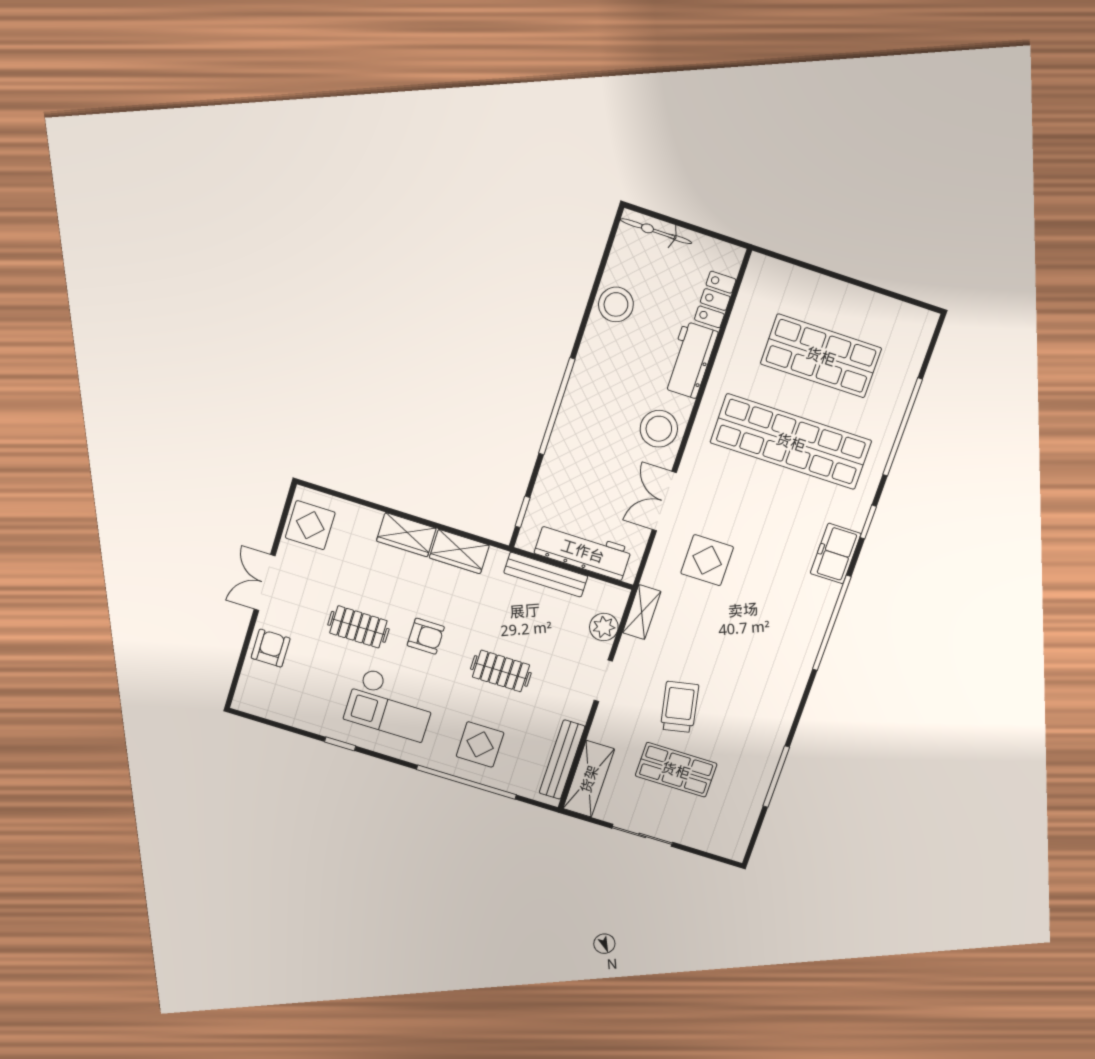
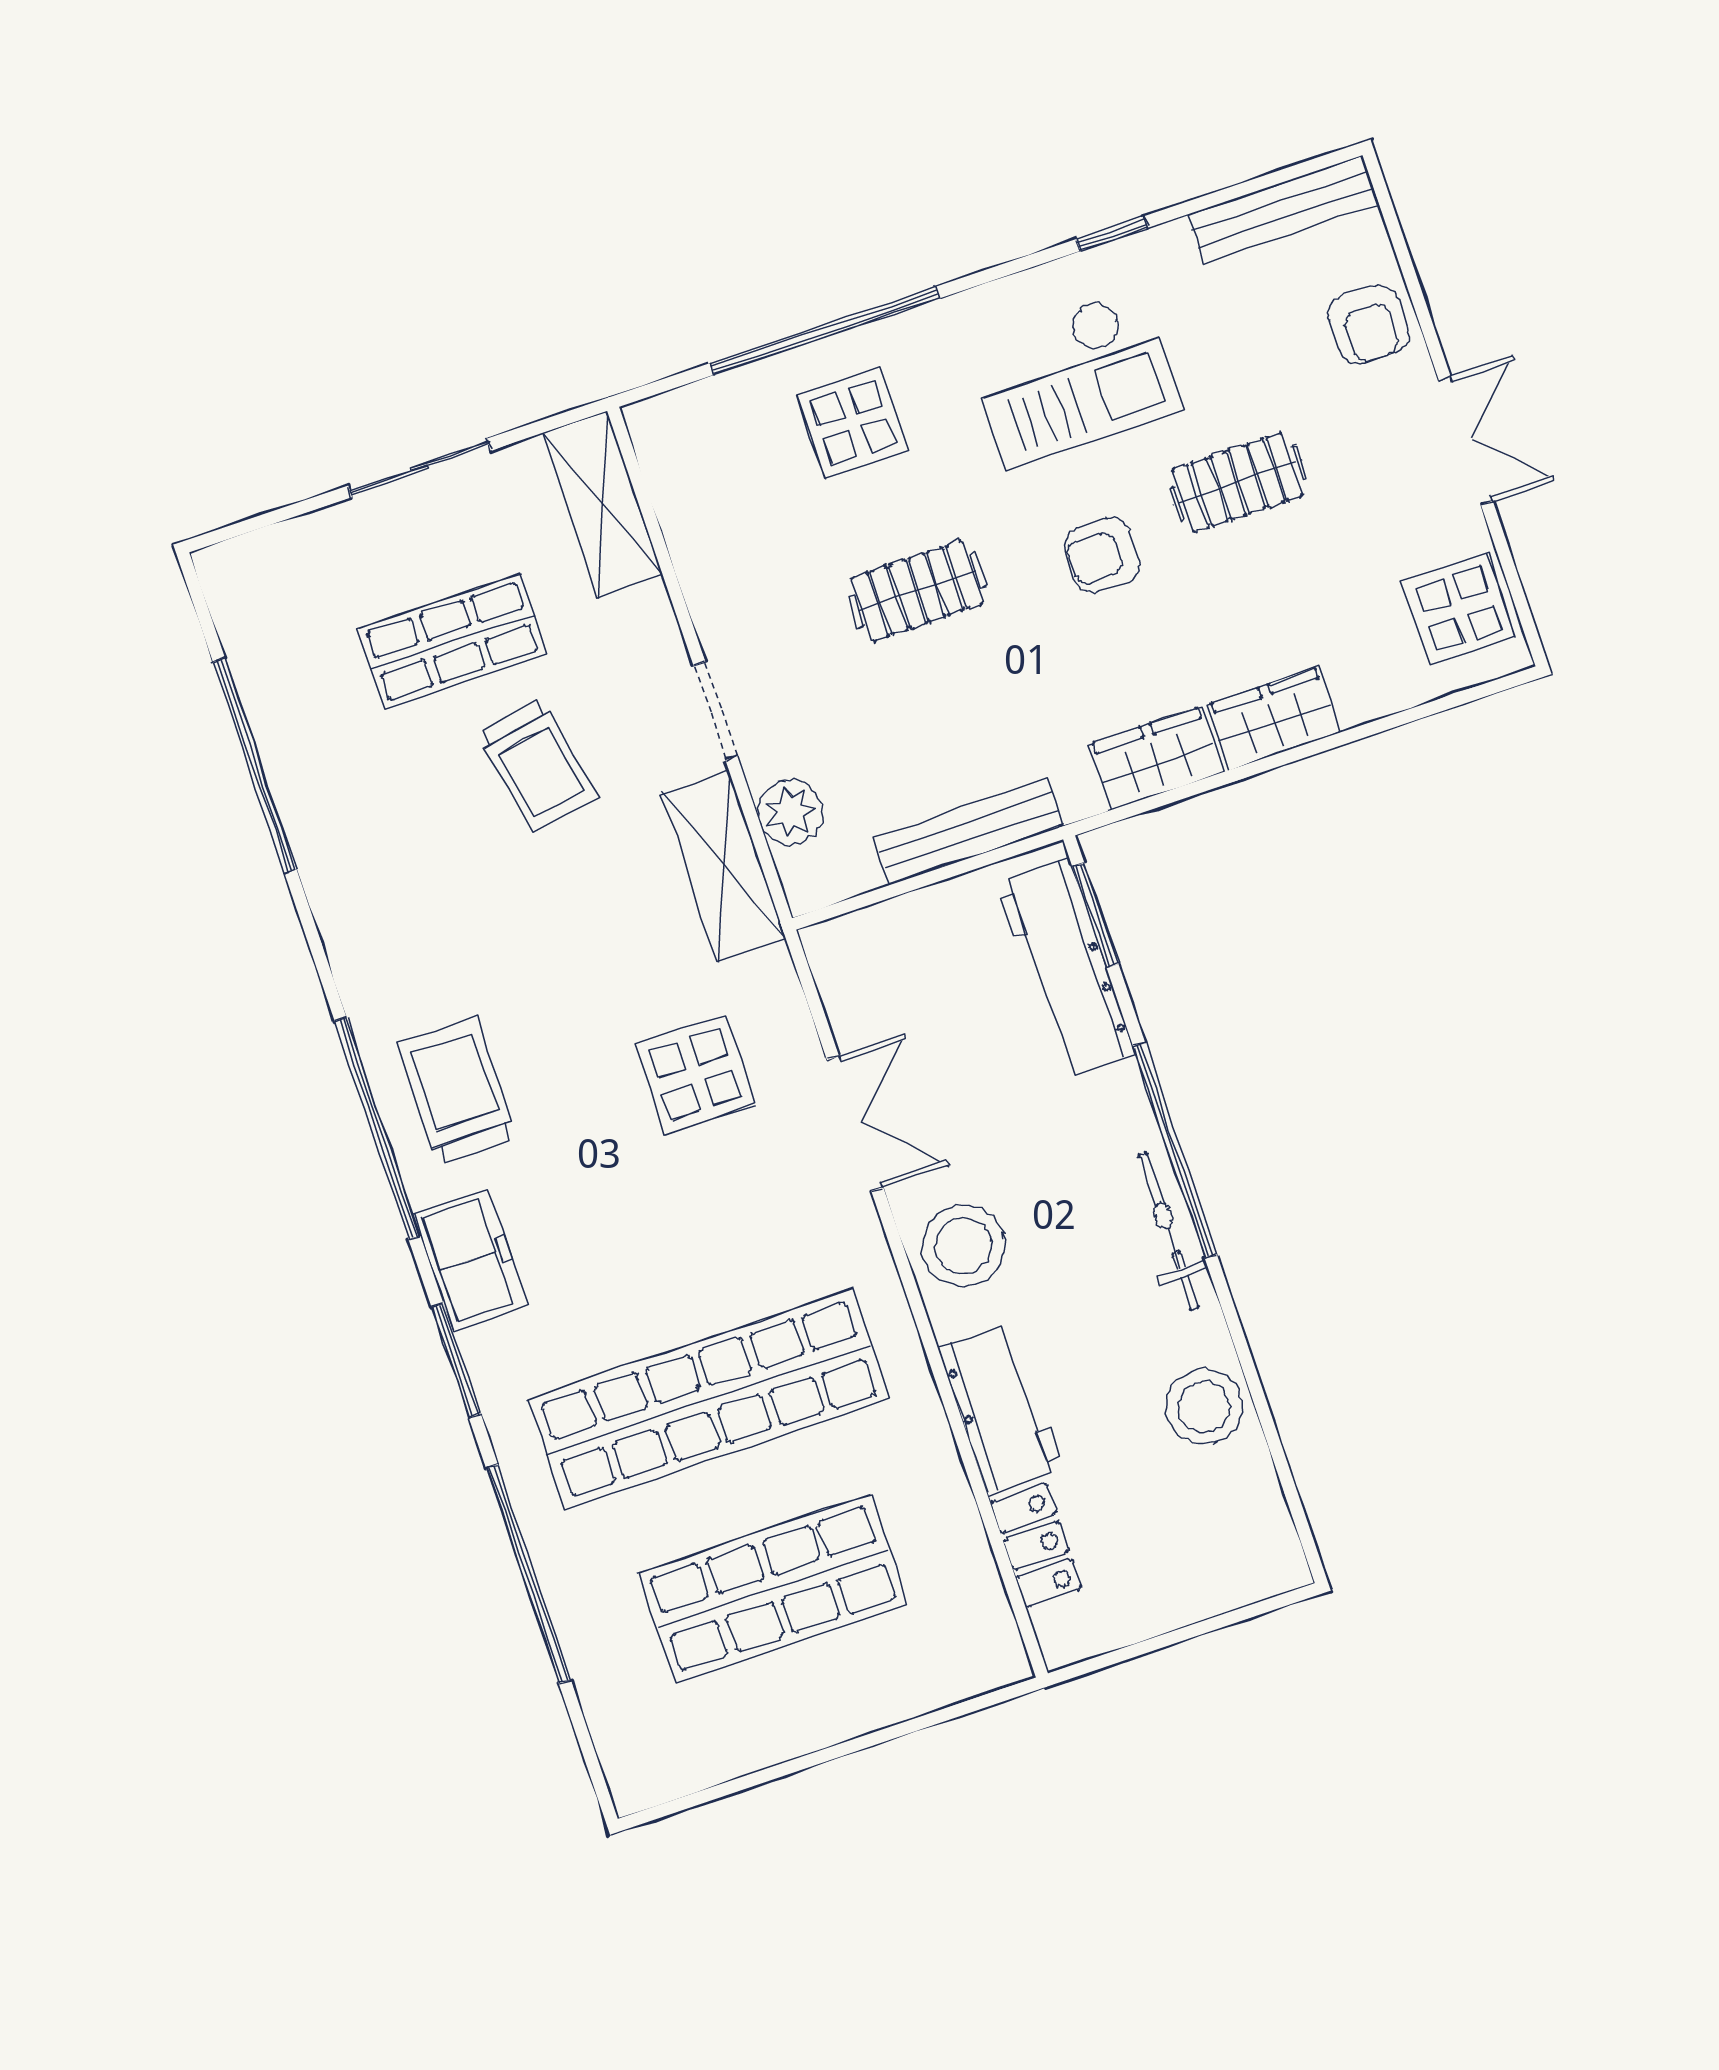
bicycle: (656, 231) -> (1168, 1231), moved, turned -90
window: (523, 512) -> (1095, 915), width x1.50
window: (868, 522) -> (456, 1360), width x1.50
workbench: (583, 551) -> (1066, 968), moved, turned 90
shelving: (642, 612) -> (724, 866), width x1.50, depth x1.33
trolley: (794, 616) -> (457, 1091), added
checkout: (391, 705) -> (1073, 378), turned 180
bench: (562, 760) -> (1283, 209), moved, turned 90
window: (776, 777) -> (255, 766), width x1.46

